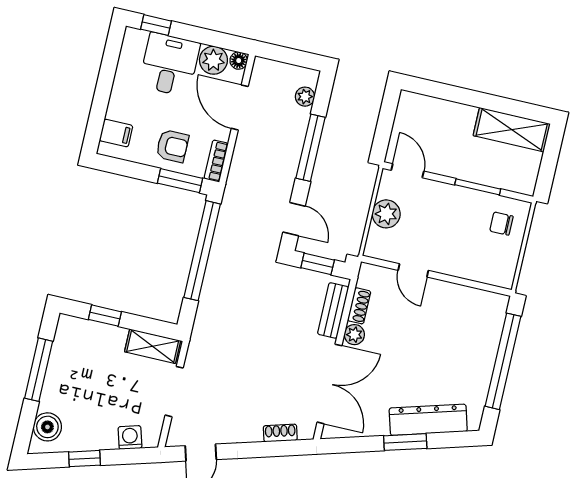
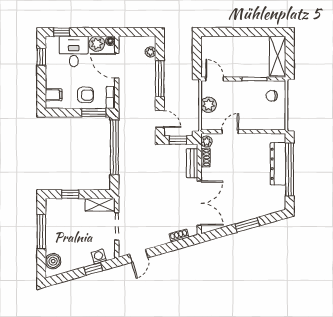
window: (110, 60) -> (41, 57), added
shelving: (512, 130) -> (278, 56), moved, turned 90
door: (413, 270) -> (230, 132), swing flipped
plant: (354, 335) -> (206, 141), moved
dresser: (428, 420) -> (278, 164), moved, turned -74
window: (85, 459) -> (93, 269), moved

